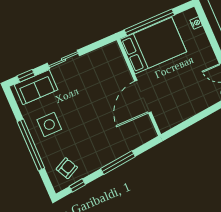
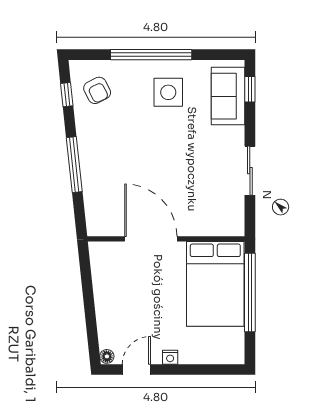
nightstand: (196, 23) -> (170, 357), moved
sliding door: (63, 60) -> (250, 171), moved

